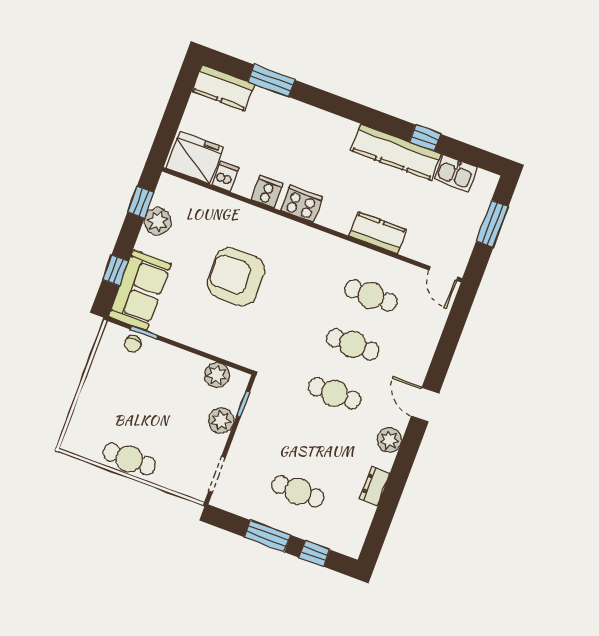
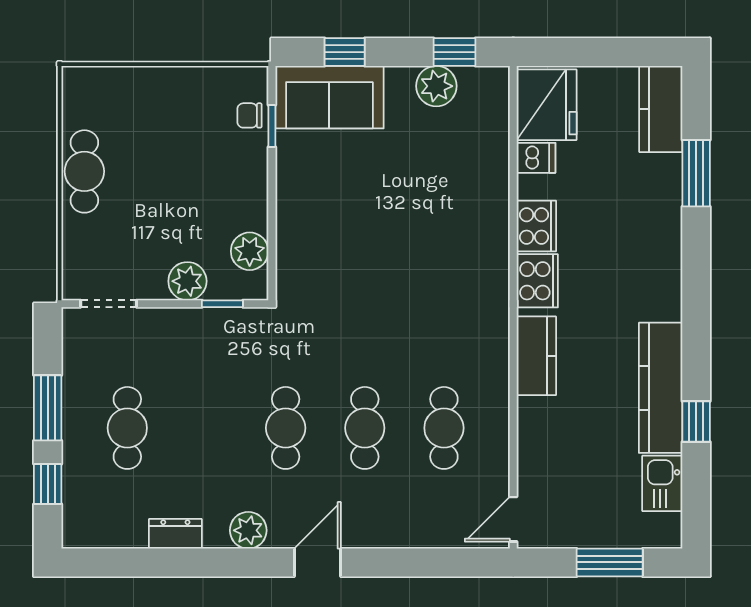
cooker: (267, 192) -> (536, 226), width x1.36
kitchen counter: (378, 233) -> (536, 356), moved
armchair: (236, 277) -> (399, 226), removed

